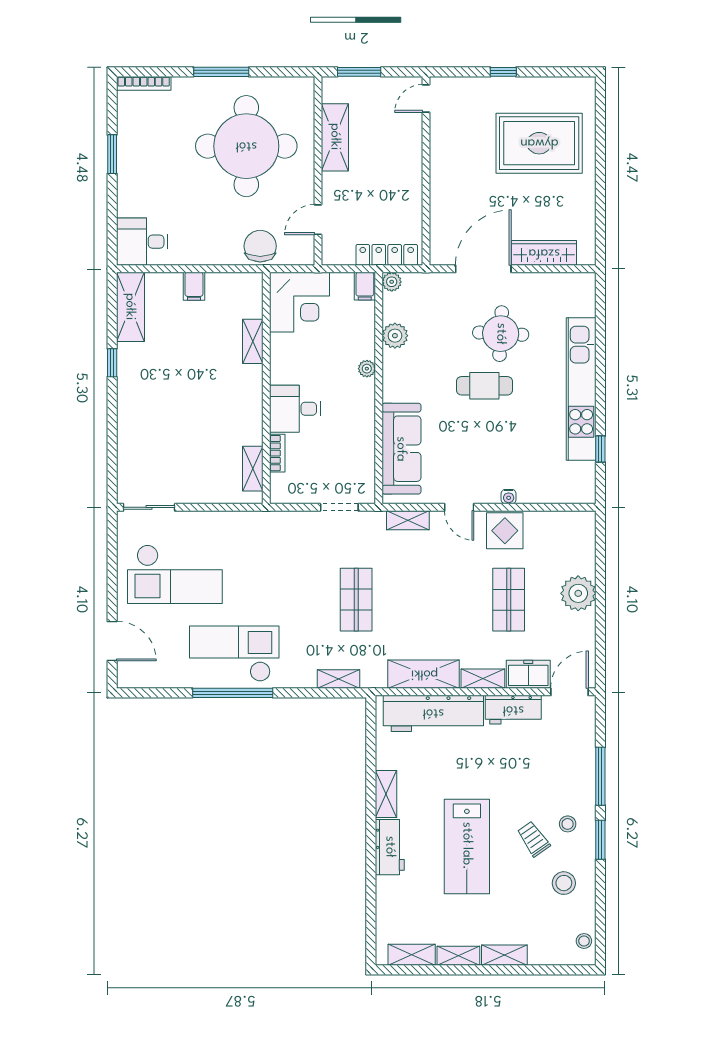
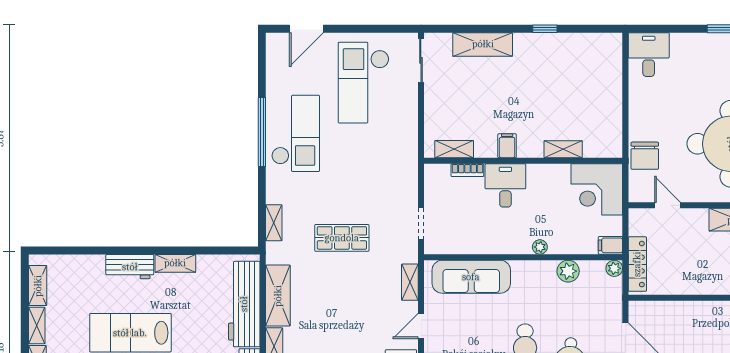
chair: (260, 246) -> (645, 156), turned 90
filing cabinet: (194, 286) -> (507, 146), moved, turned 90
shelving: (130, 307) -> (483, 44), moved

